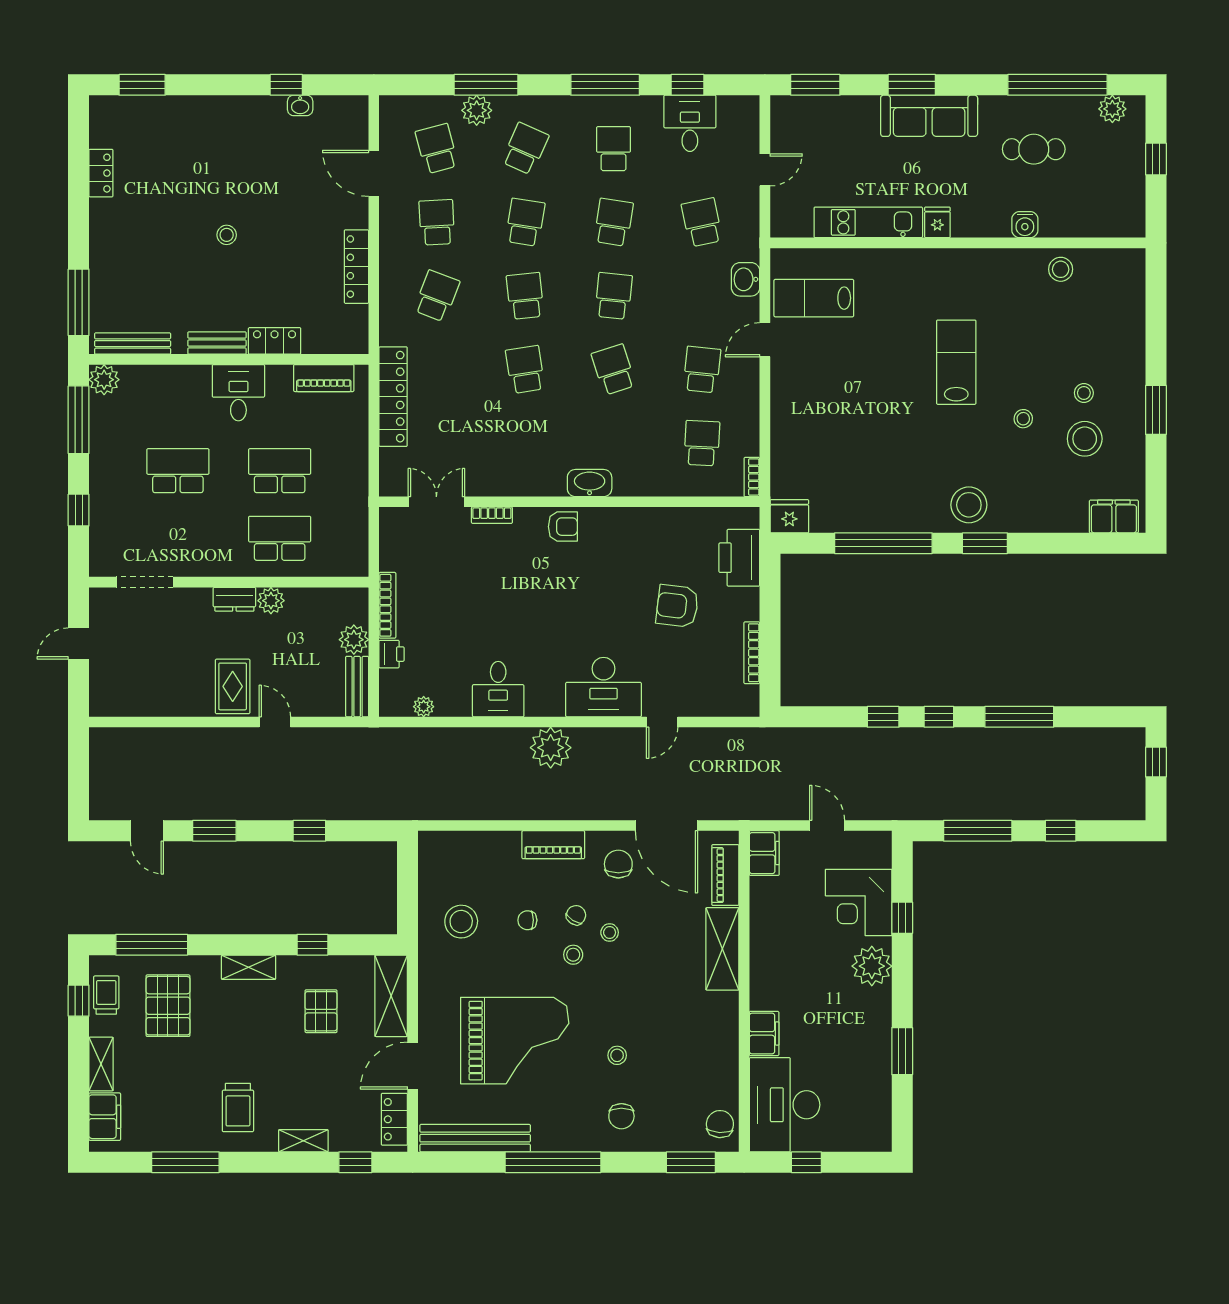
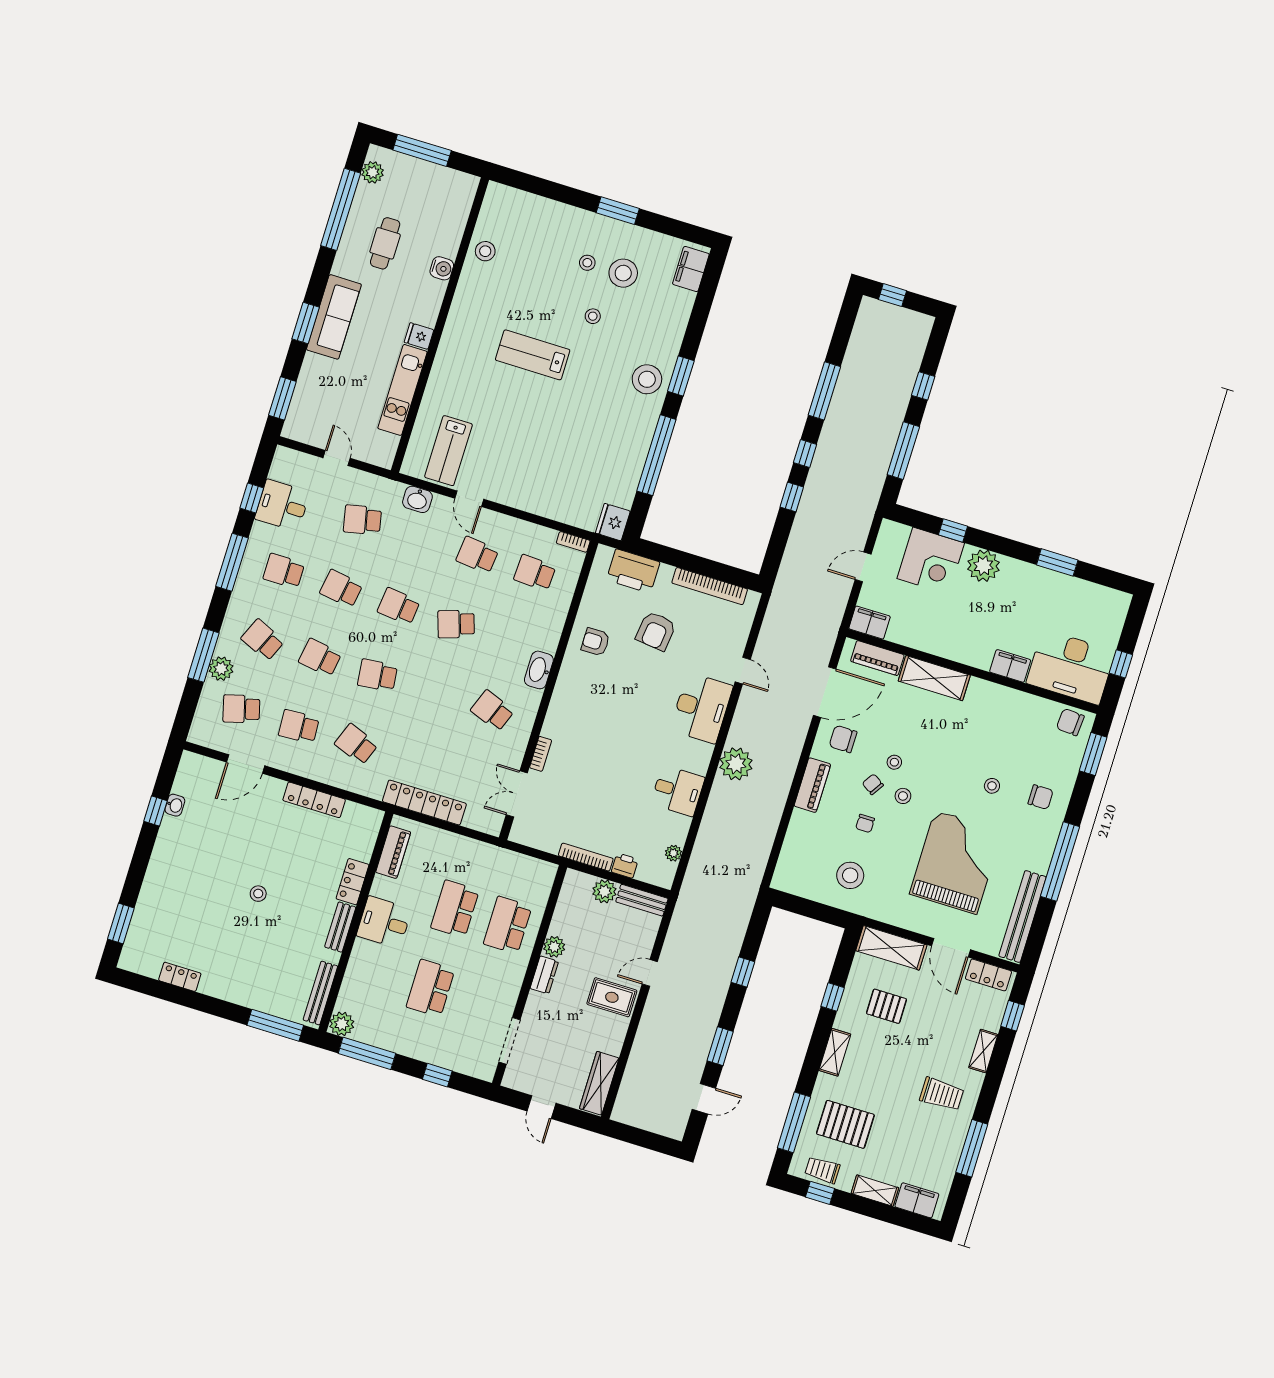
window: (1156, 159) -> (422, 150), width x2.17
school desk: (525, 370) -> (492, 711), moved, turned 30
armchair: (563, 527) -> (595, 642), moved, turned -90
bookcase: (752, 653) -> (710, 586), width x1.48, depth x1.31
wardrobe: (127, 703) -> (599, 1083), added

